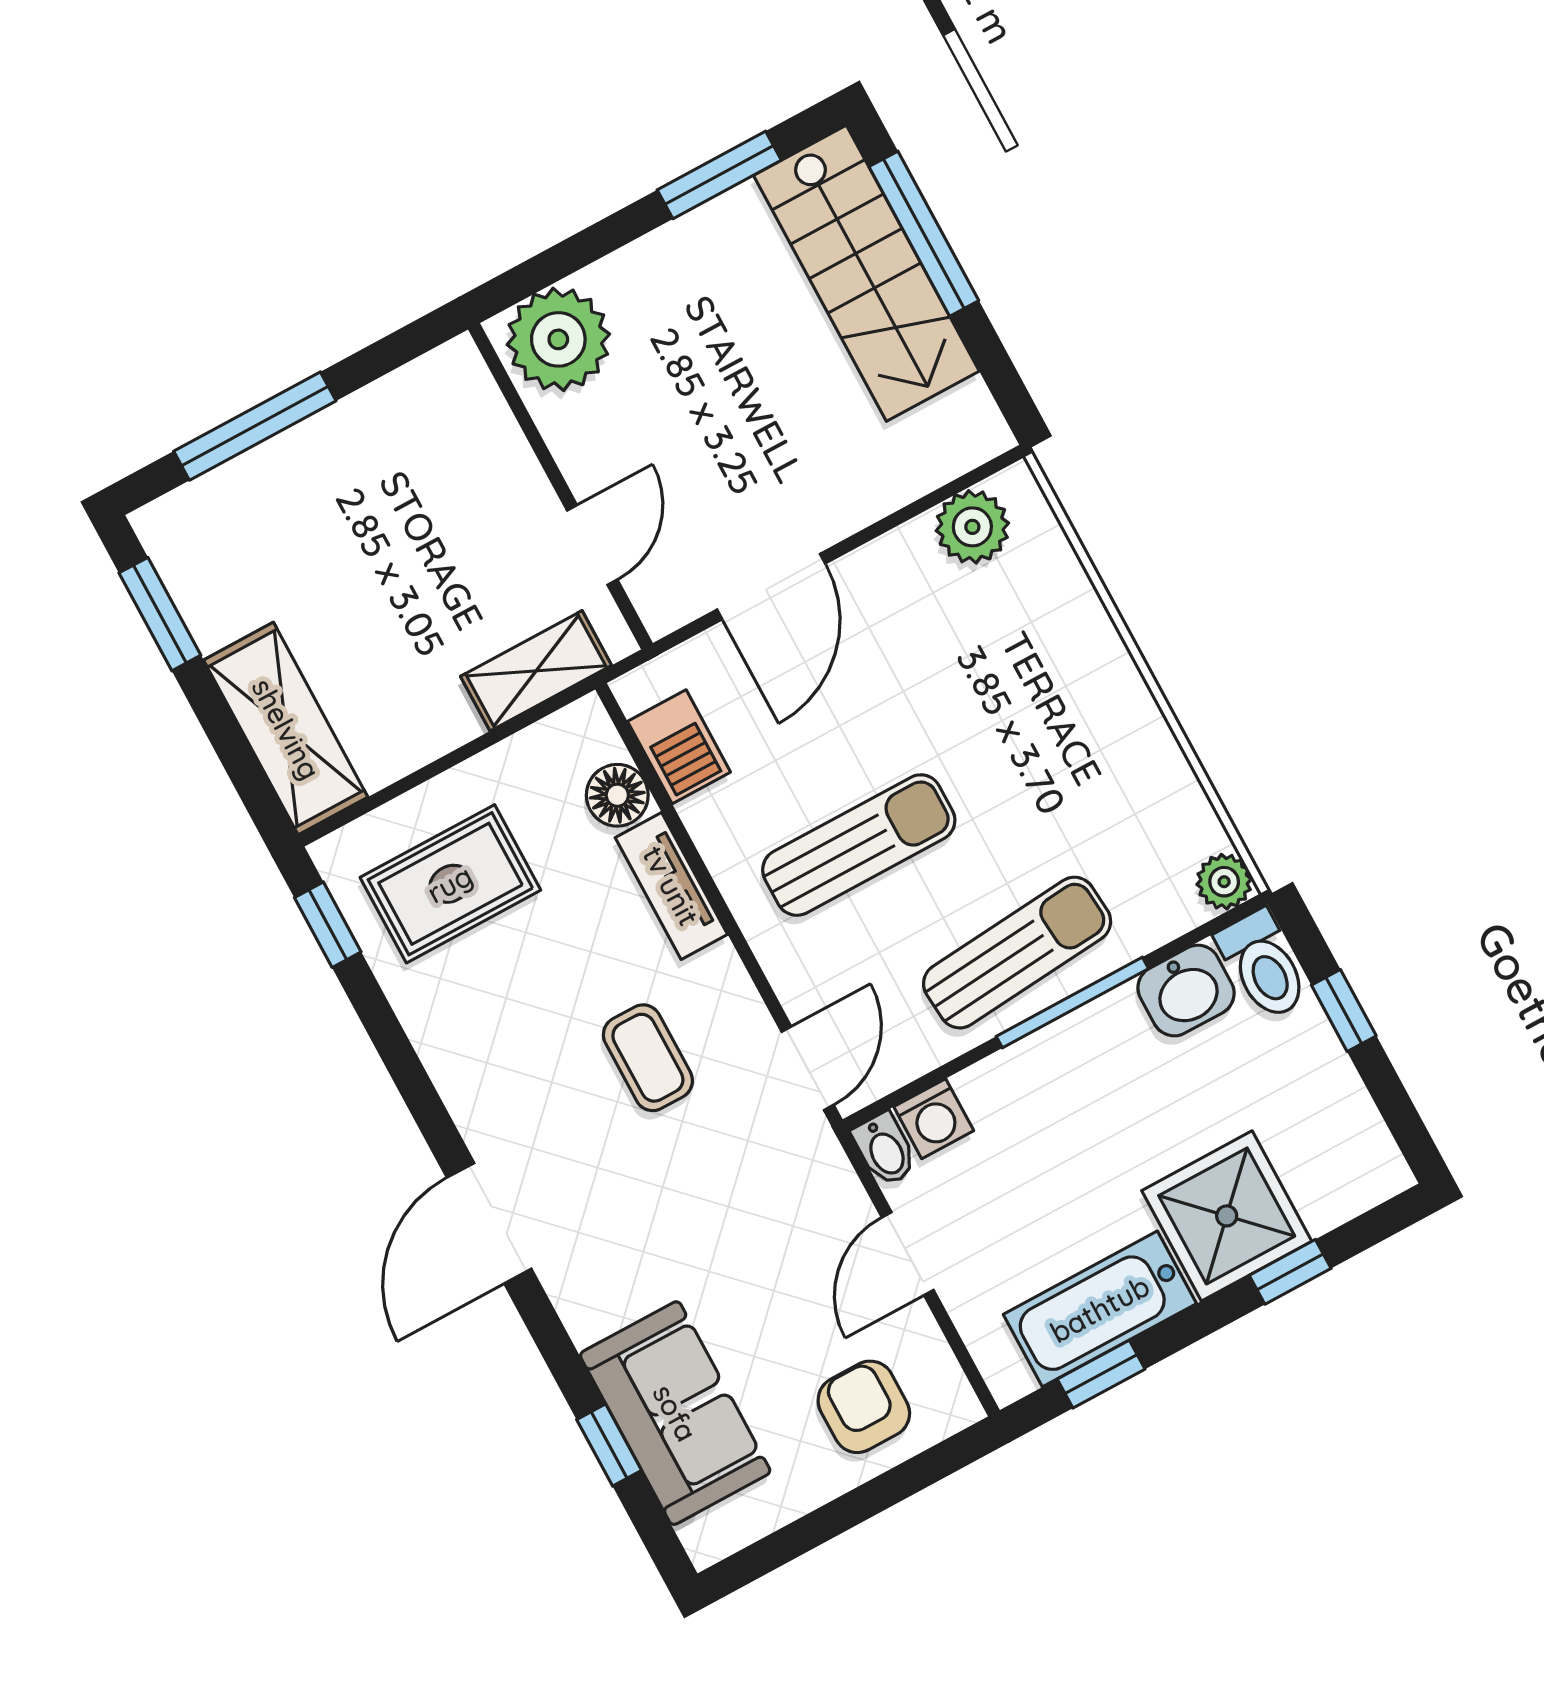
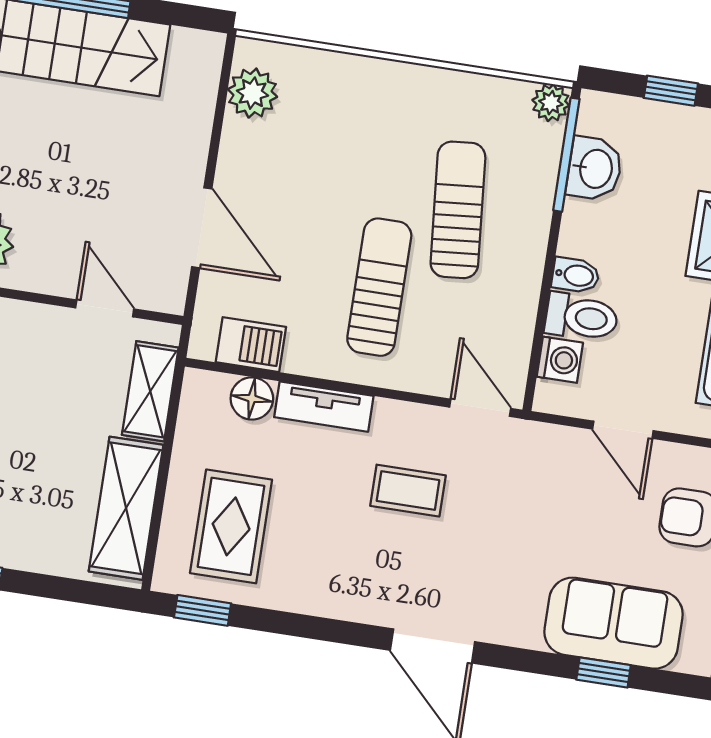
shelving: (286, 729) -> (126, 508), moved, turned 90
sun lounger: (1017, 953) -> (458, 210), moved
toilet: (1263, 965) -> (581, 317), moved
window: (1072, 1003) -> (566, 155), moved
bidet: (885, 1149) -> (576, 275), moved

